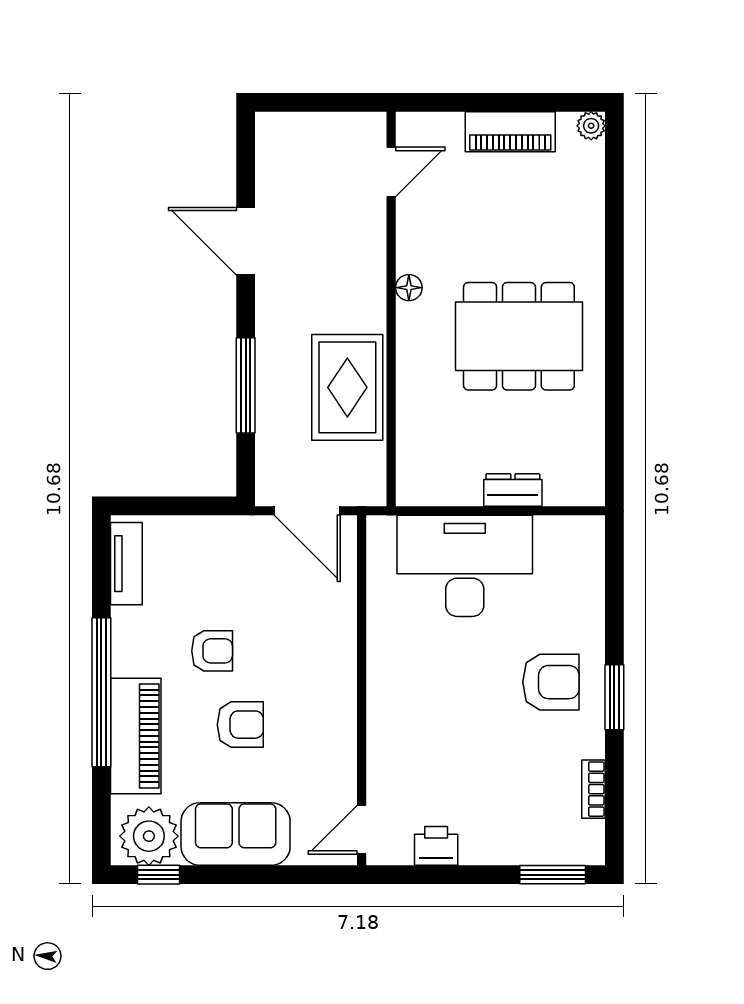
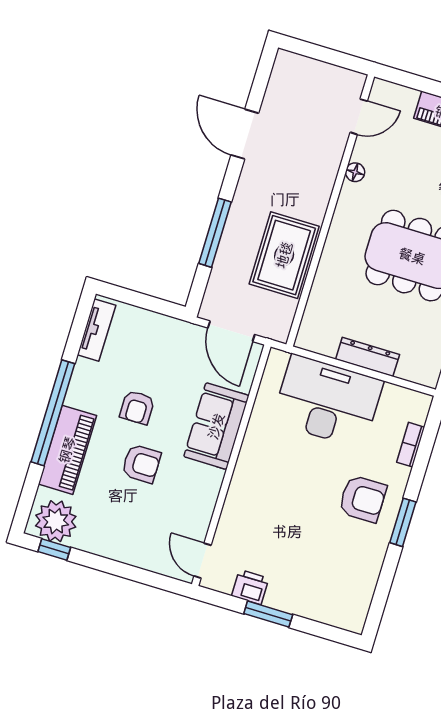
floor lamp: (409, 288) -> (355, 172), moved
dresser: (513, 490) -> (368, 357), width x1.44
armchair: (212, 651) -> (137, 407), turned 90
bookcase: (593, 789) -> (411, 445), moved
door: (362, 830) -> (203, 561), hinge flipped
sofa: (236, 834) -> (216, 426), moved, turned -90
window: (553, 875) -> (268, 614), moved

